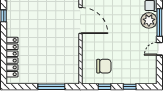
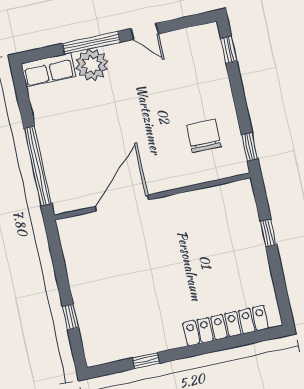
window: (51, 87) -> (268, 233), width x0.46
window: (105, 87) -> (250, 147), moved
window: (130, 87) -> (229, 50), moved

